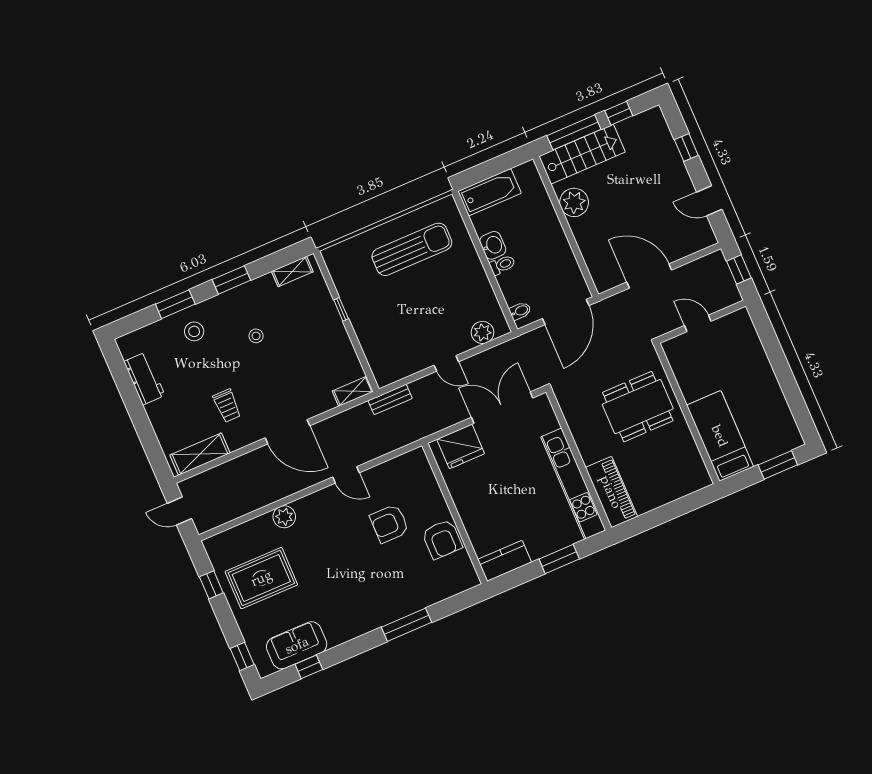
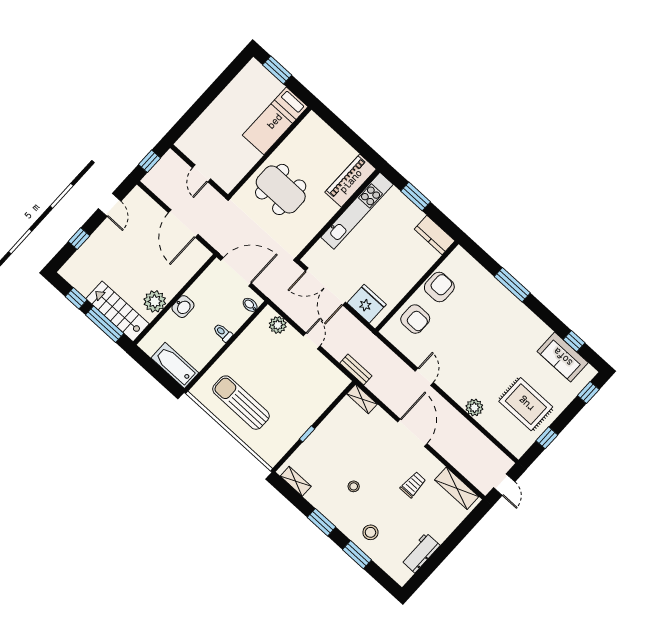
washbasin: (493, 245) -> (183, 307), moved, turned 180
armchair: (389, 524) -> (415, 319), moved

